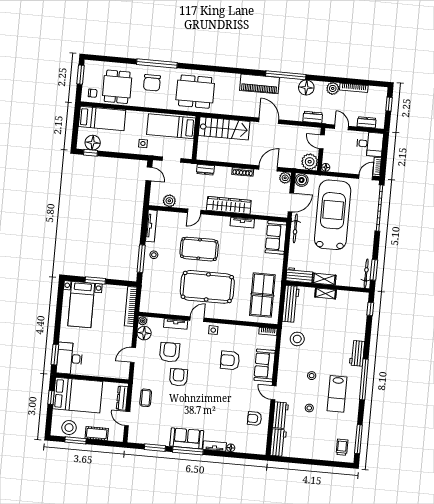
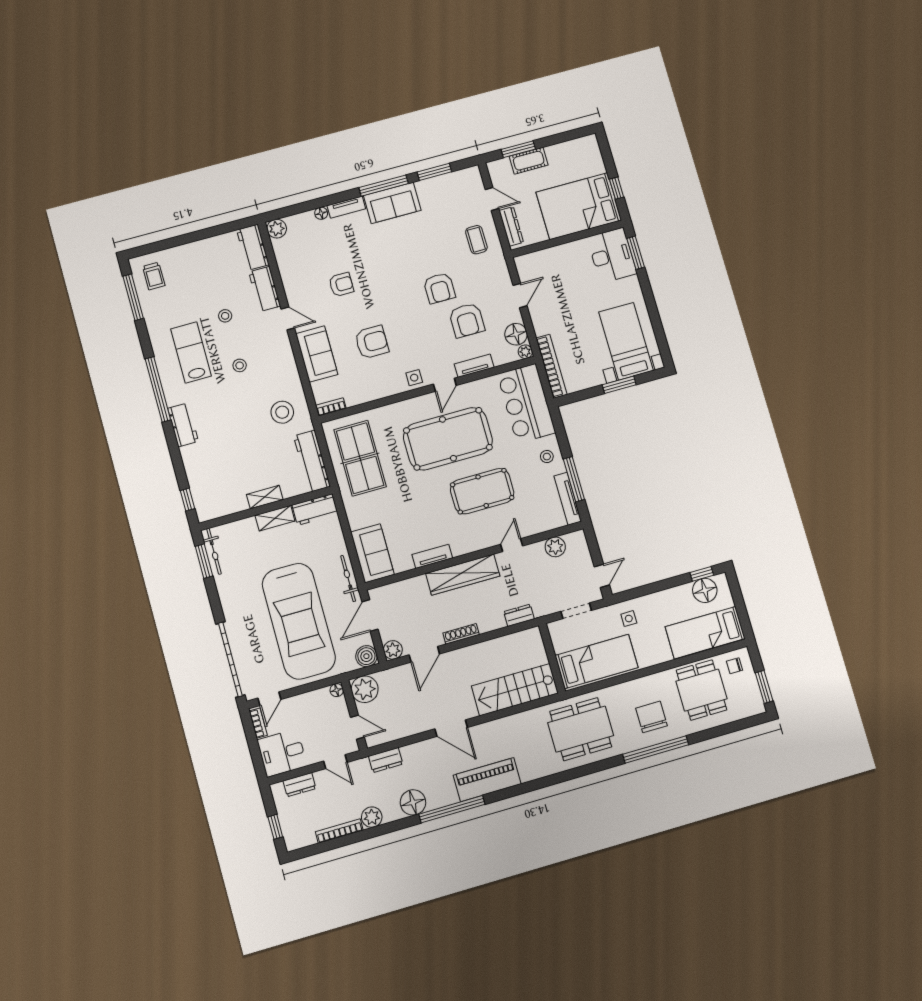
door: (149, 174) -> (602, 576), swing flipped
window: (141, 259) -> (574, 479), moved
bar counter: (154, 290) -> (526, 403), added
armchair: (254, 419) -> (341, 285), moved
stool: (69, 428) -> (573, 154), removed
window: (75, 440) -> (518, 149), moved
plant: (260, 448) -> (277, 229), added

